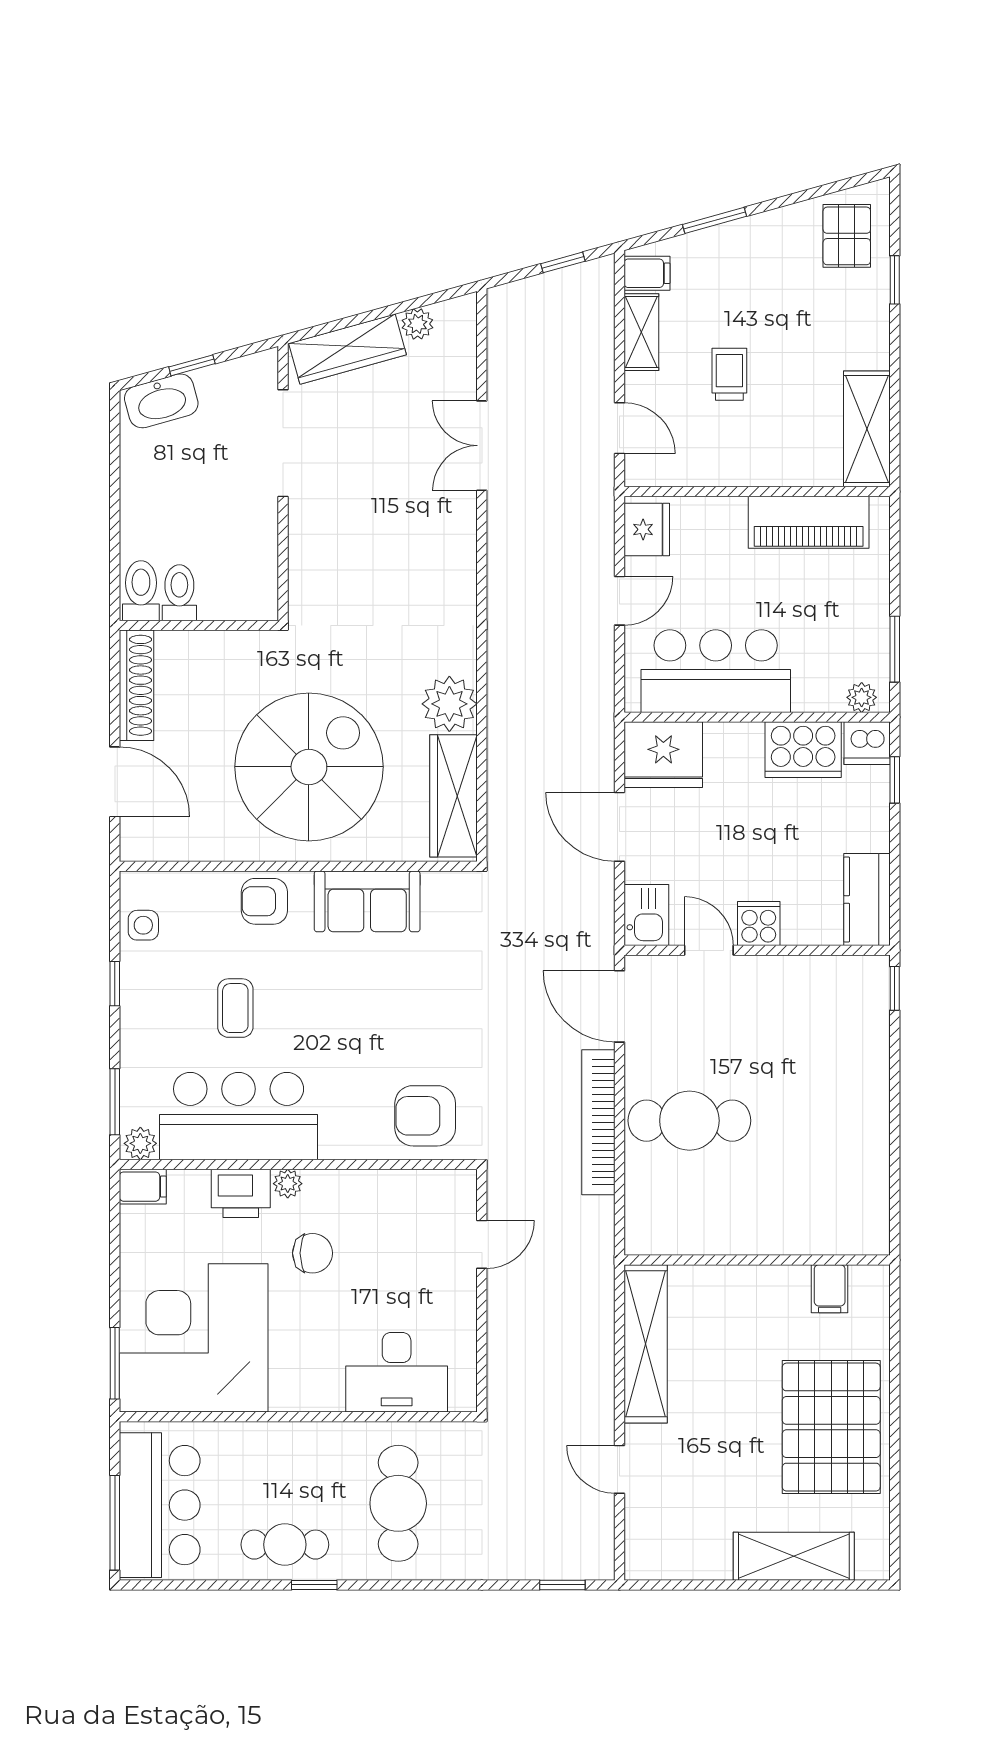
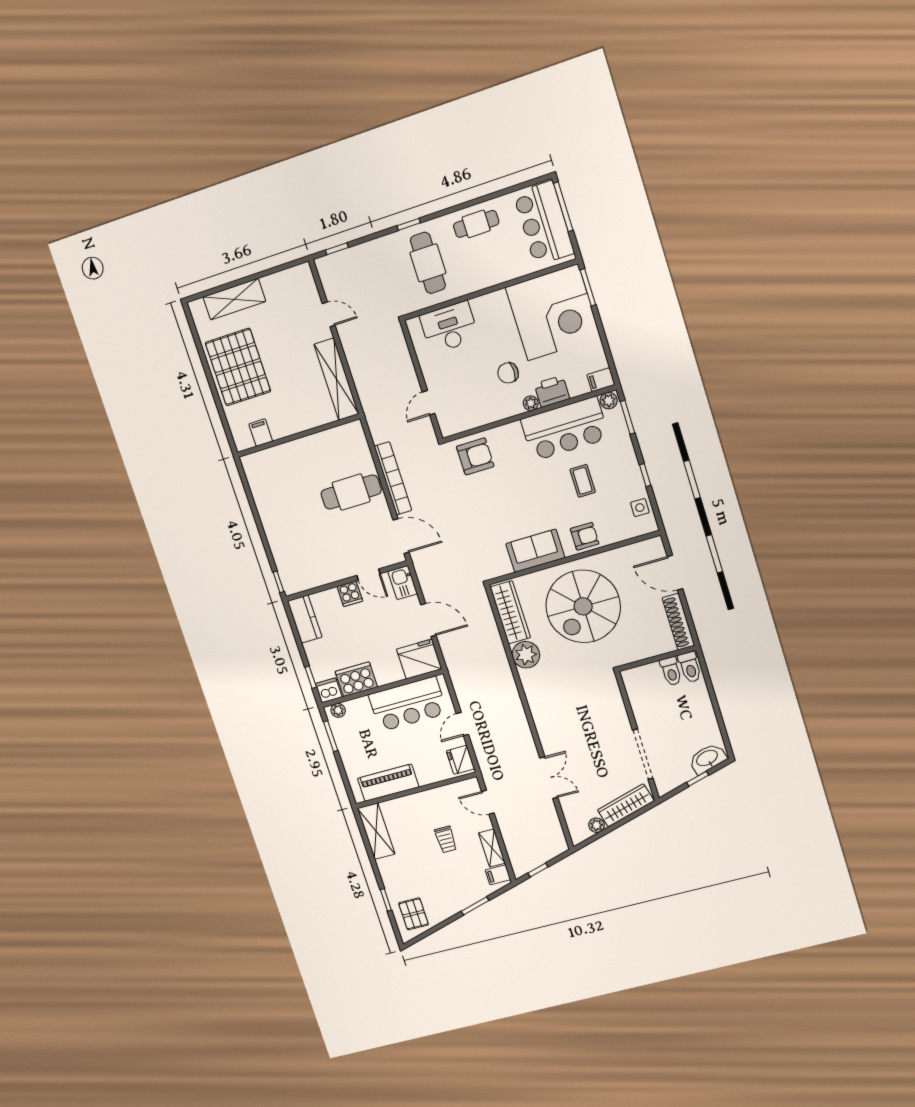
window: (314, 1585) -> (409, 224), moved

